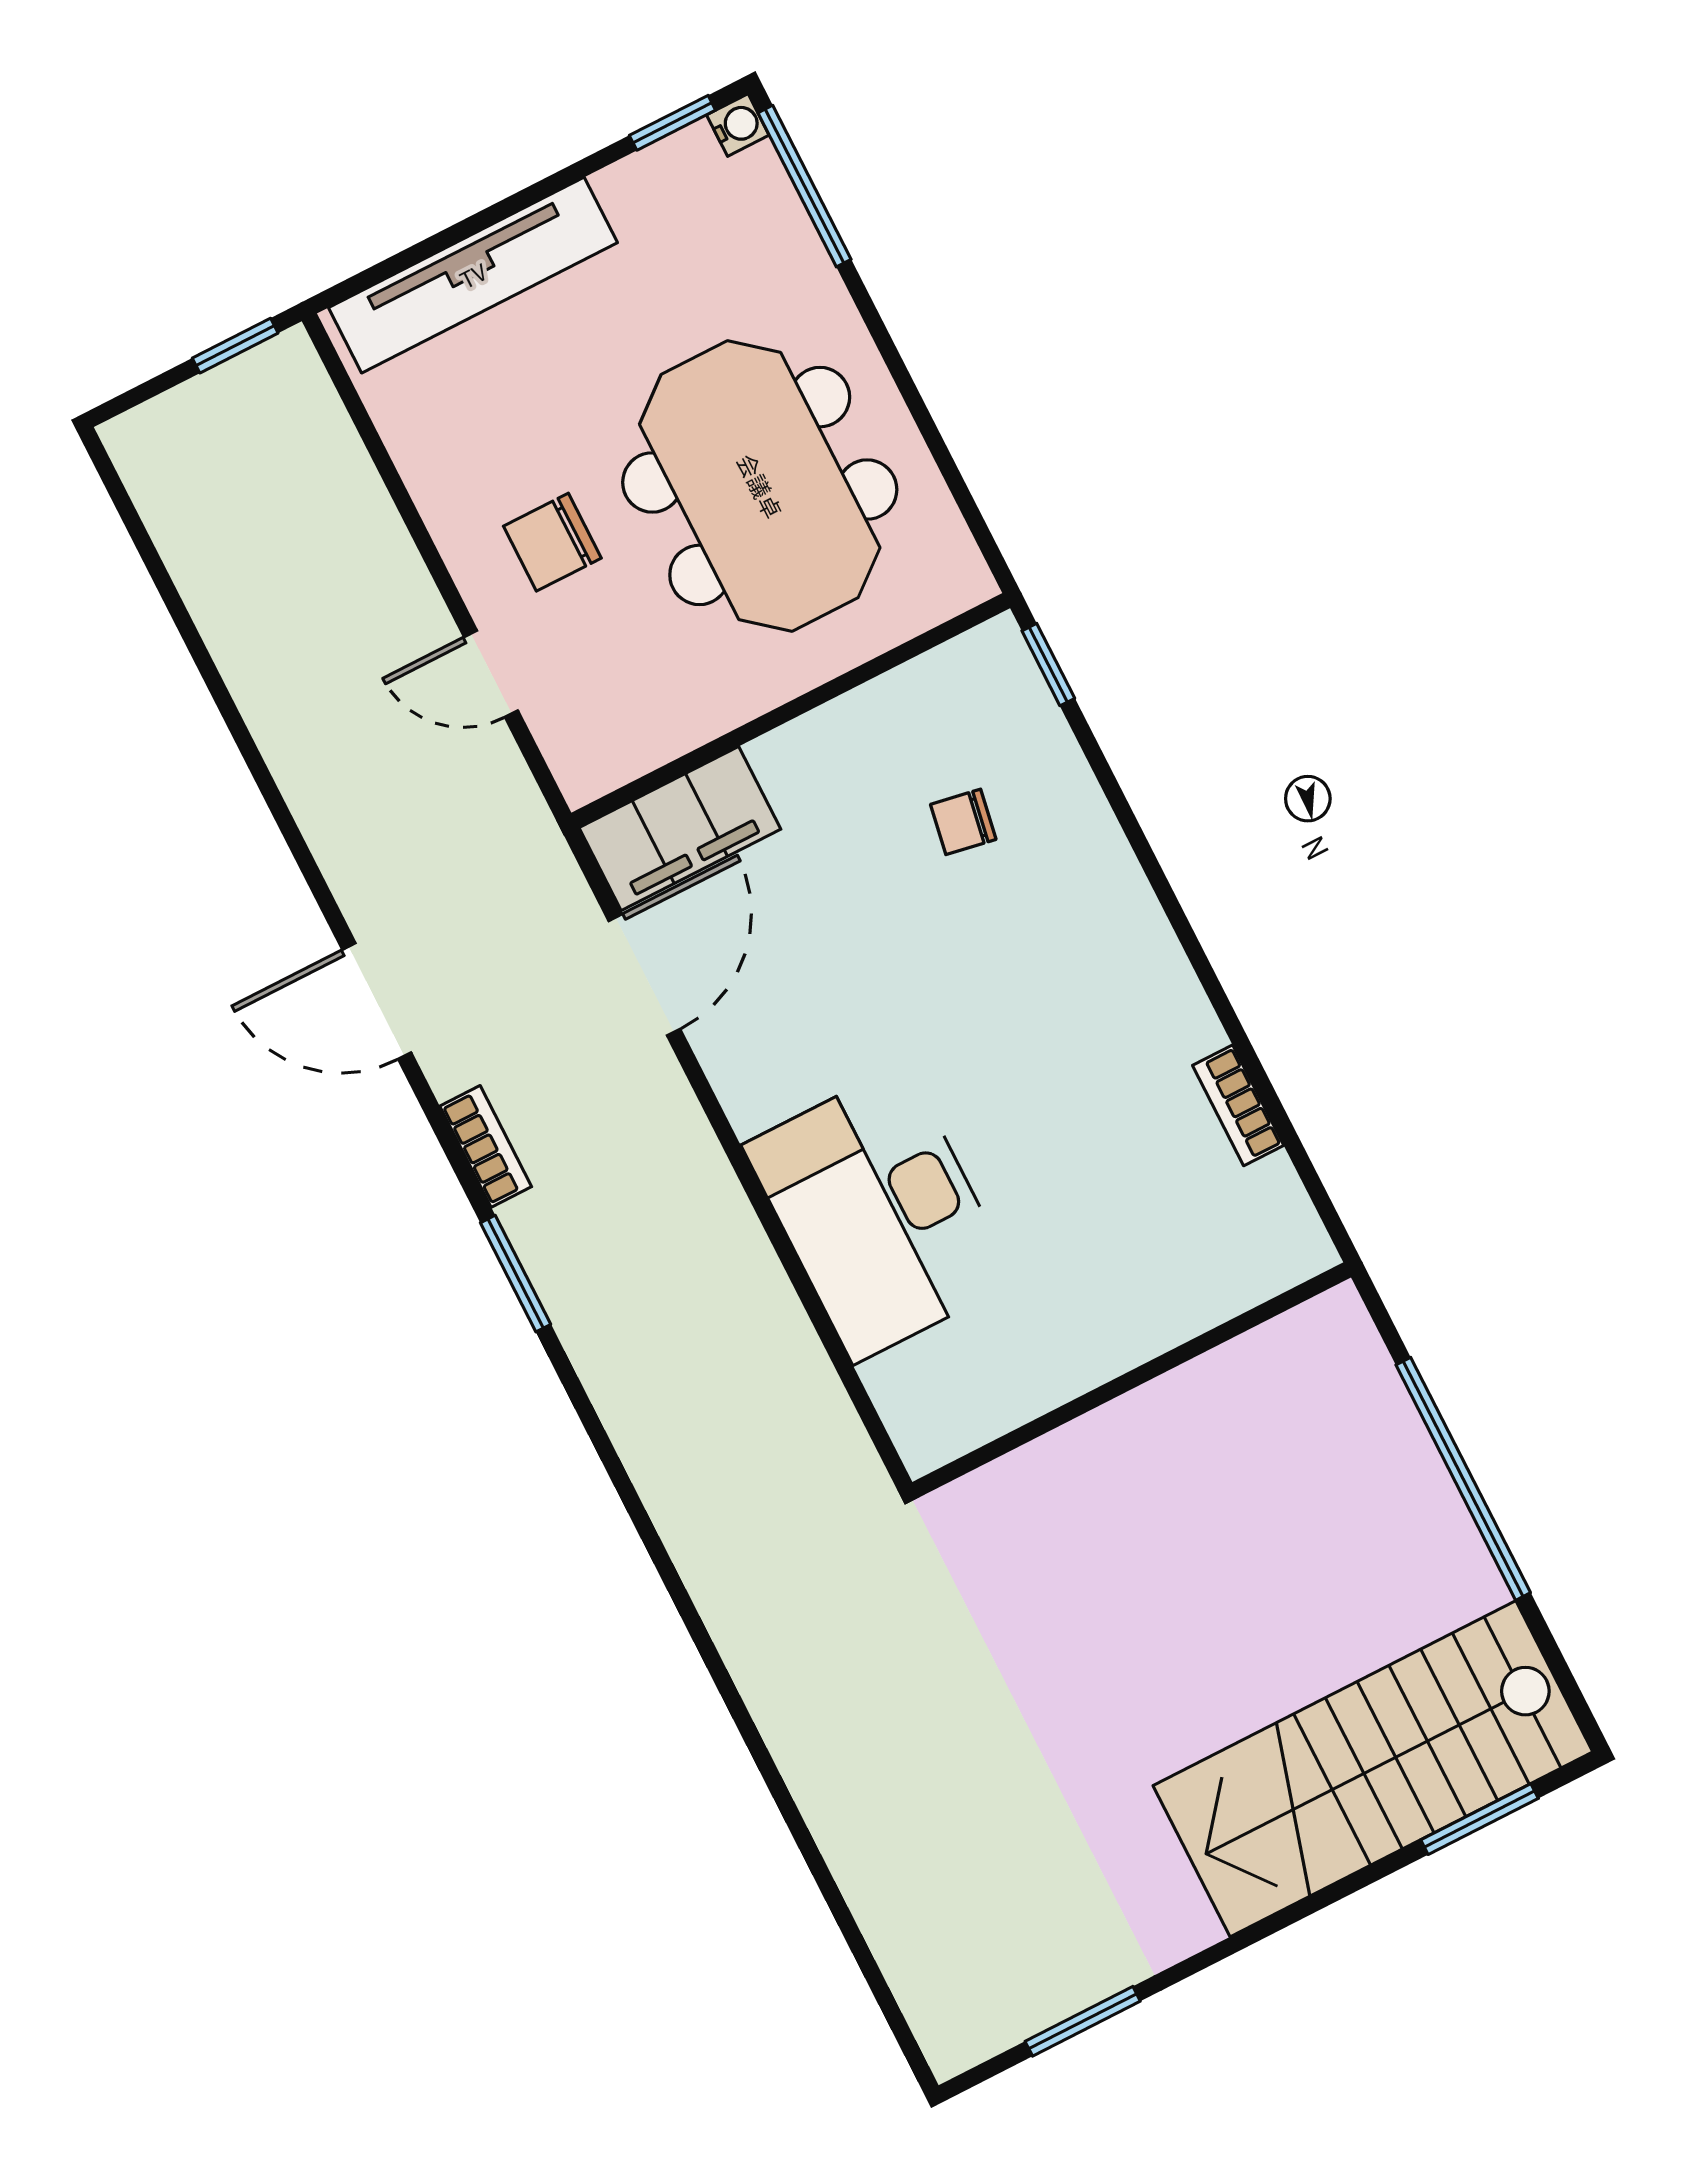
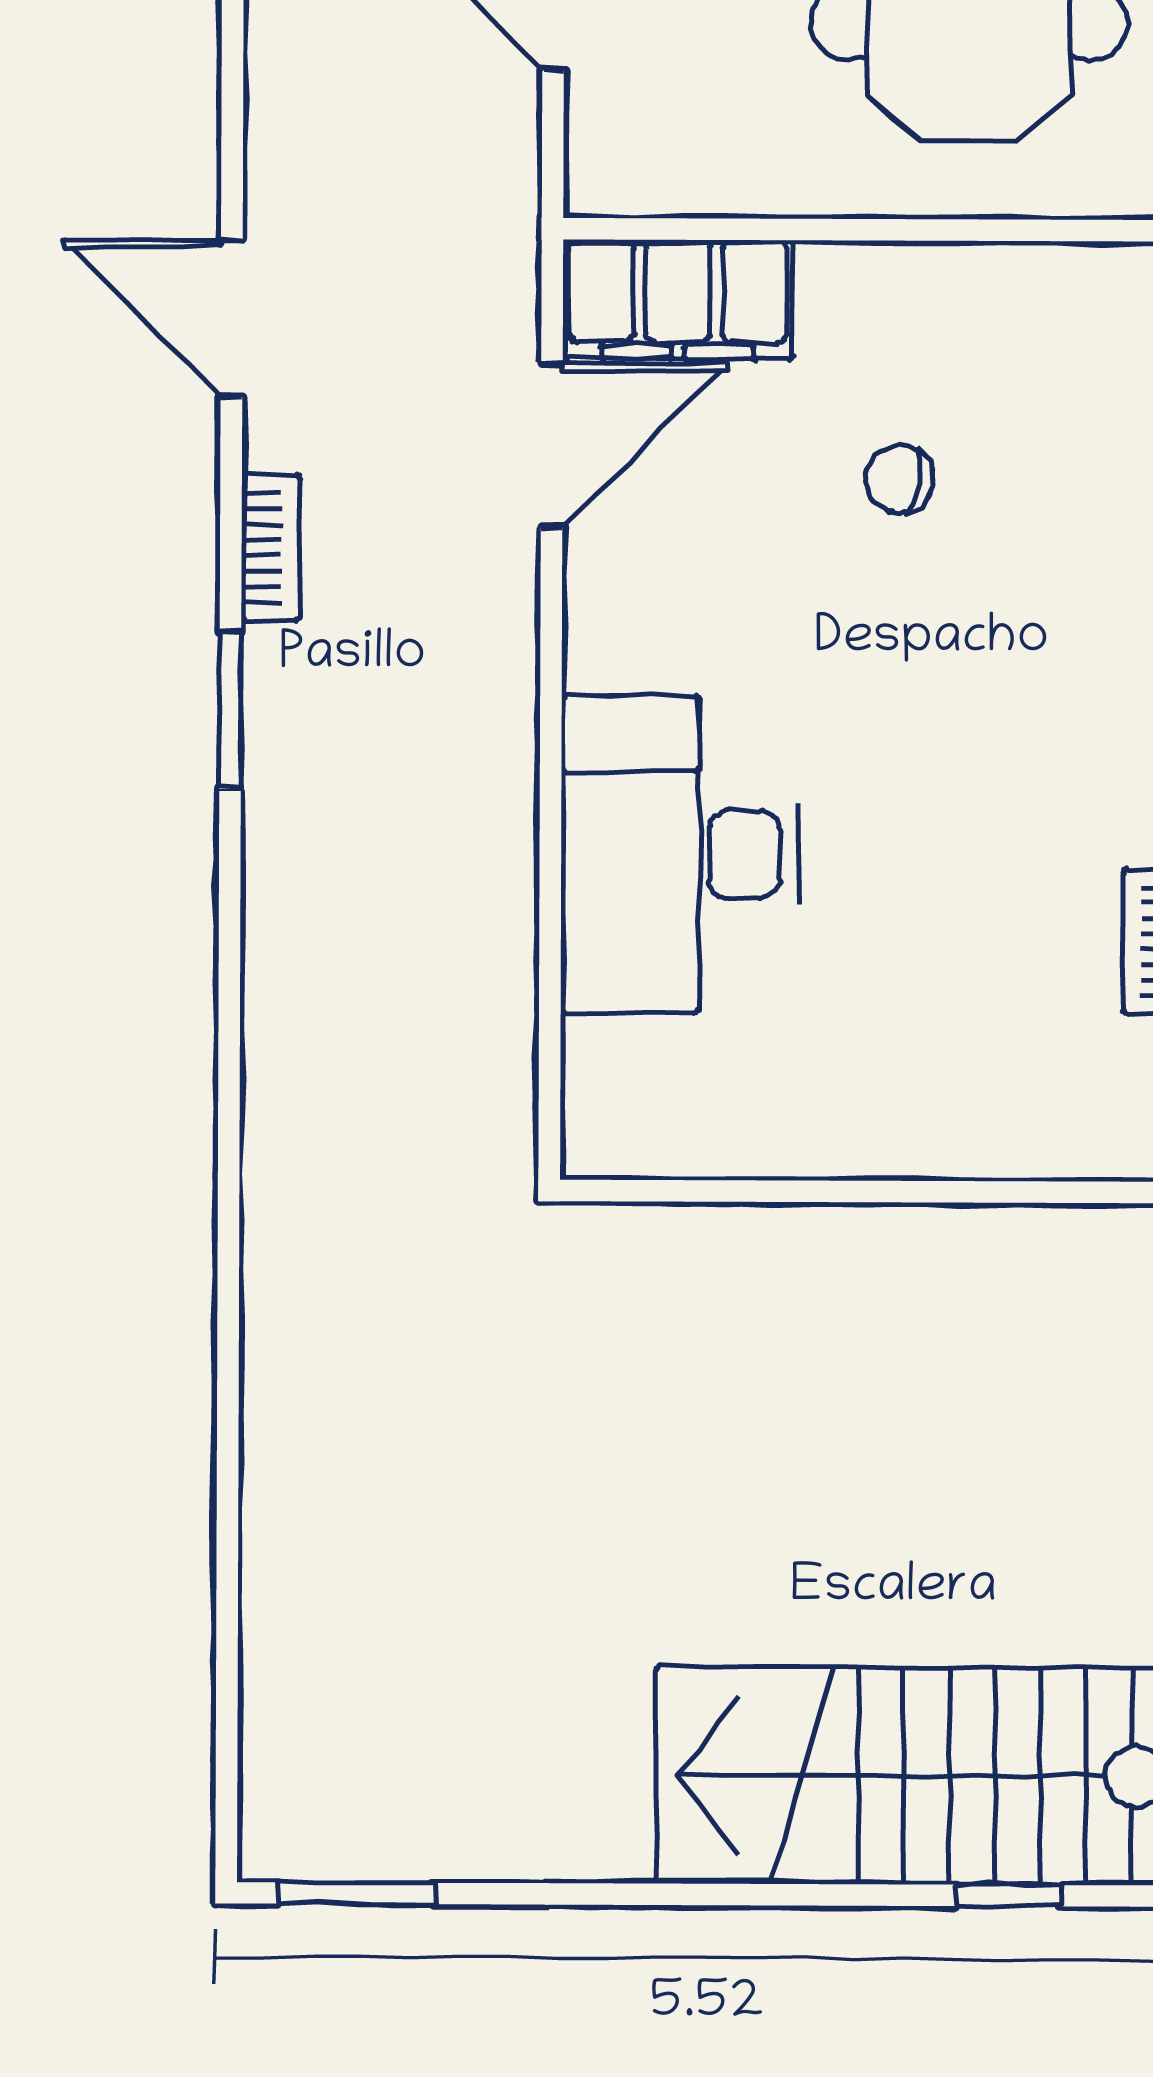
chair: (963, 822) -> (900, 479), moved
window: (1480, 1819) -> (1009, 1896), width x0.67
window: (1083, 2021) -> (356, 1893), moved

